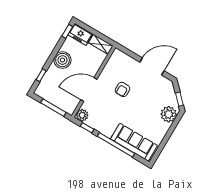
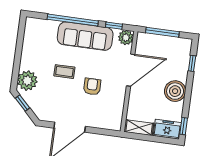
coffee table: (138, 109) -> (64, 72), added
sofa: (134, 142) -> (85, 36), moved

